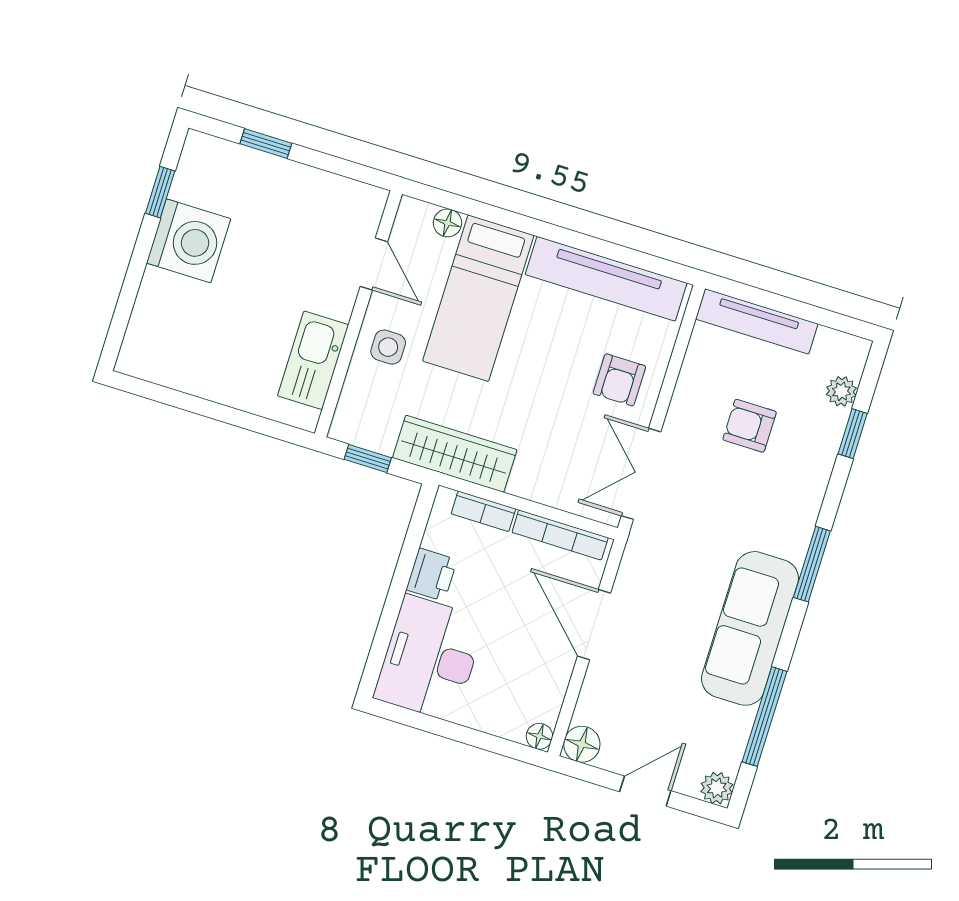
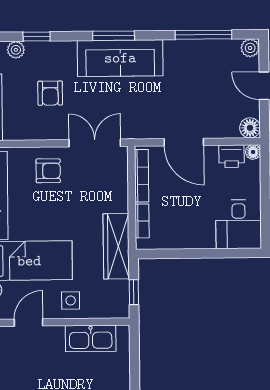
double door: (641, 474) -> (95, 143), swing flipped
printer: (432, 575) -> (232, 156), moved, turned 180
door: (594, 625) -> (184, 142), hinge flipped
sofa: (750, 628) -> (120, 58), moved
desk: (430, 658) -> (239, 224), width x0.73

